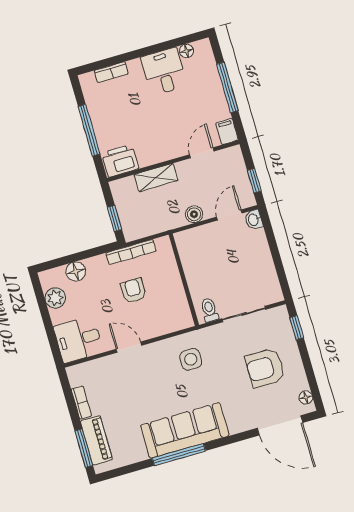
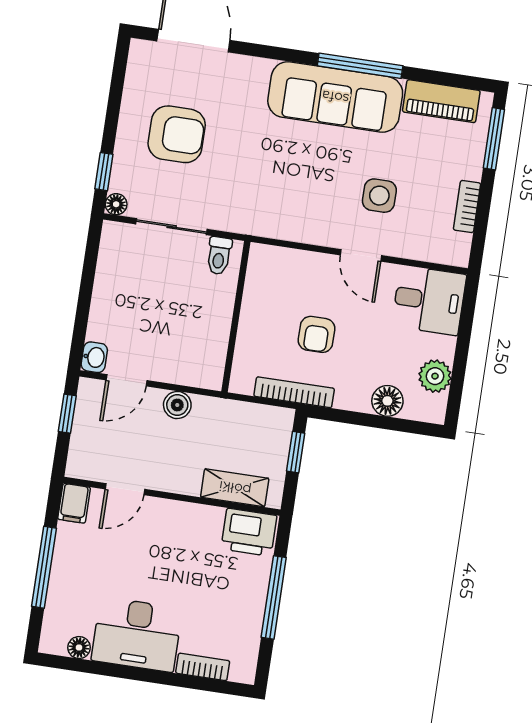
desk: (164, 71) -> (137, 634), width x1.37
shelving: (156, 178) -> (235, 488), moved
side table: (191, 359) -> (379, 196), moved
floor lamp: (306, 397) -> (116, 204), moved
piano: (96, 440) -> (441, 101), moved, turned -90

